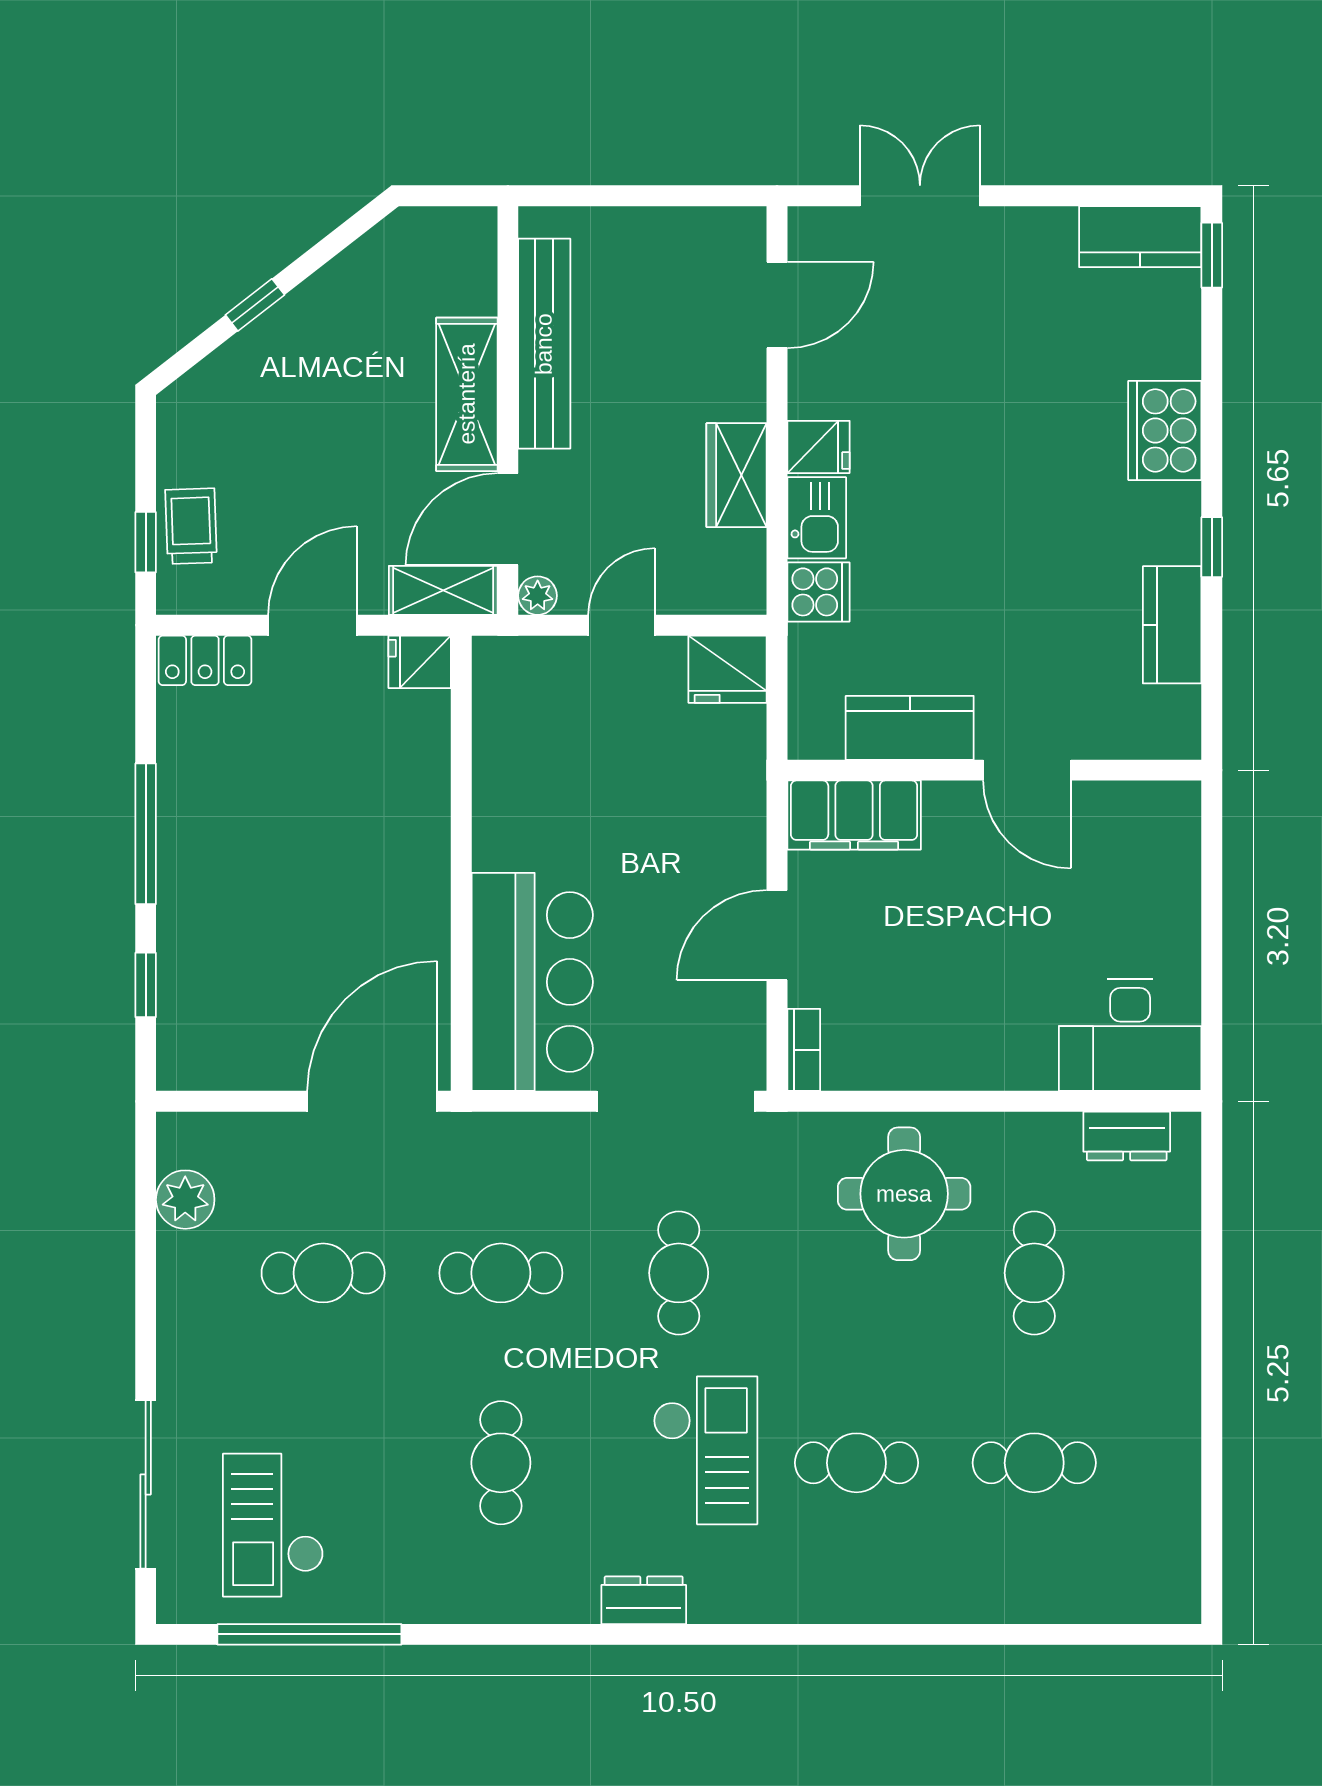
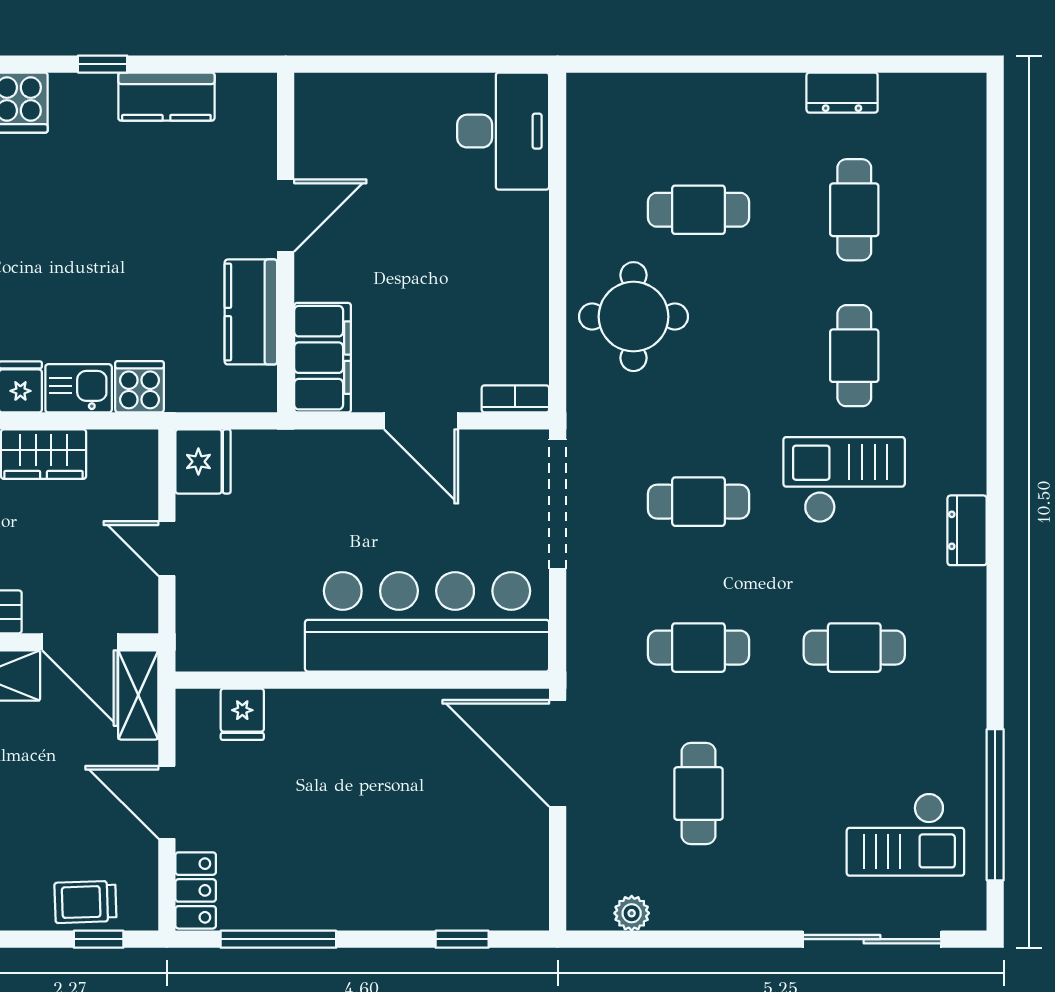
plant: (538, 596) -> (142, 618), removed
fridge: (420, 662) -> (242, 714), moved
window: (146, 834) -> (278, 939), moved
bar counter: (532, 982) -> (427, 622), width x1.36
dresser: (1127, 1136) -> (842, 93), moved, turned 90
plant: (185, 1200) -> (632, 913), width x0.73, depth x0.73
cafe table: (501, 1273) -> (698, 648), turned 90

